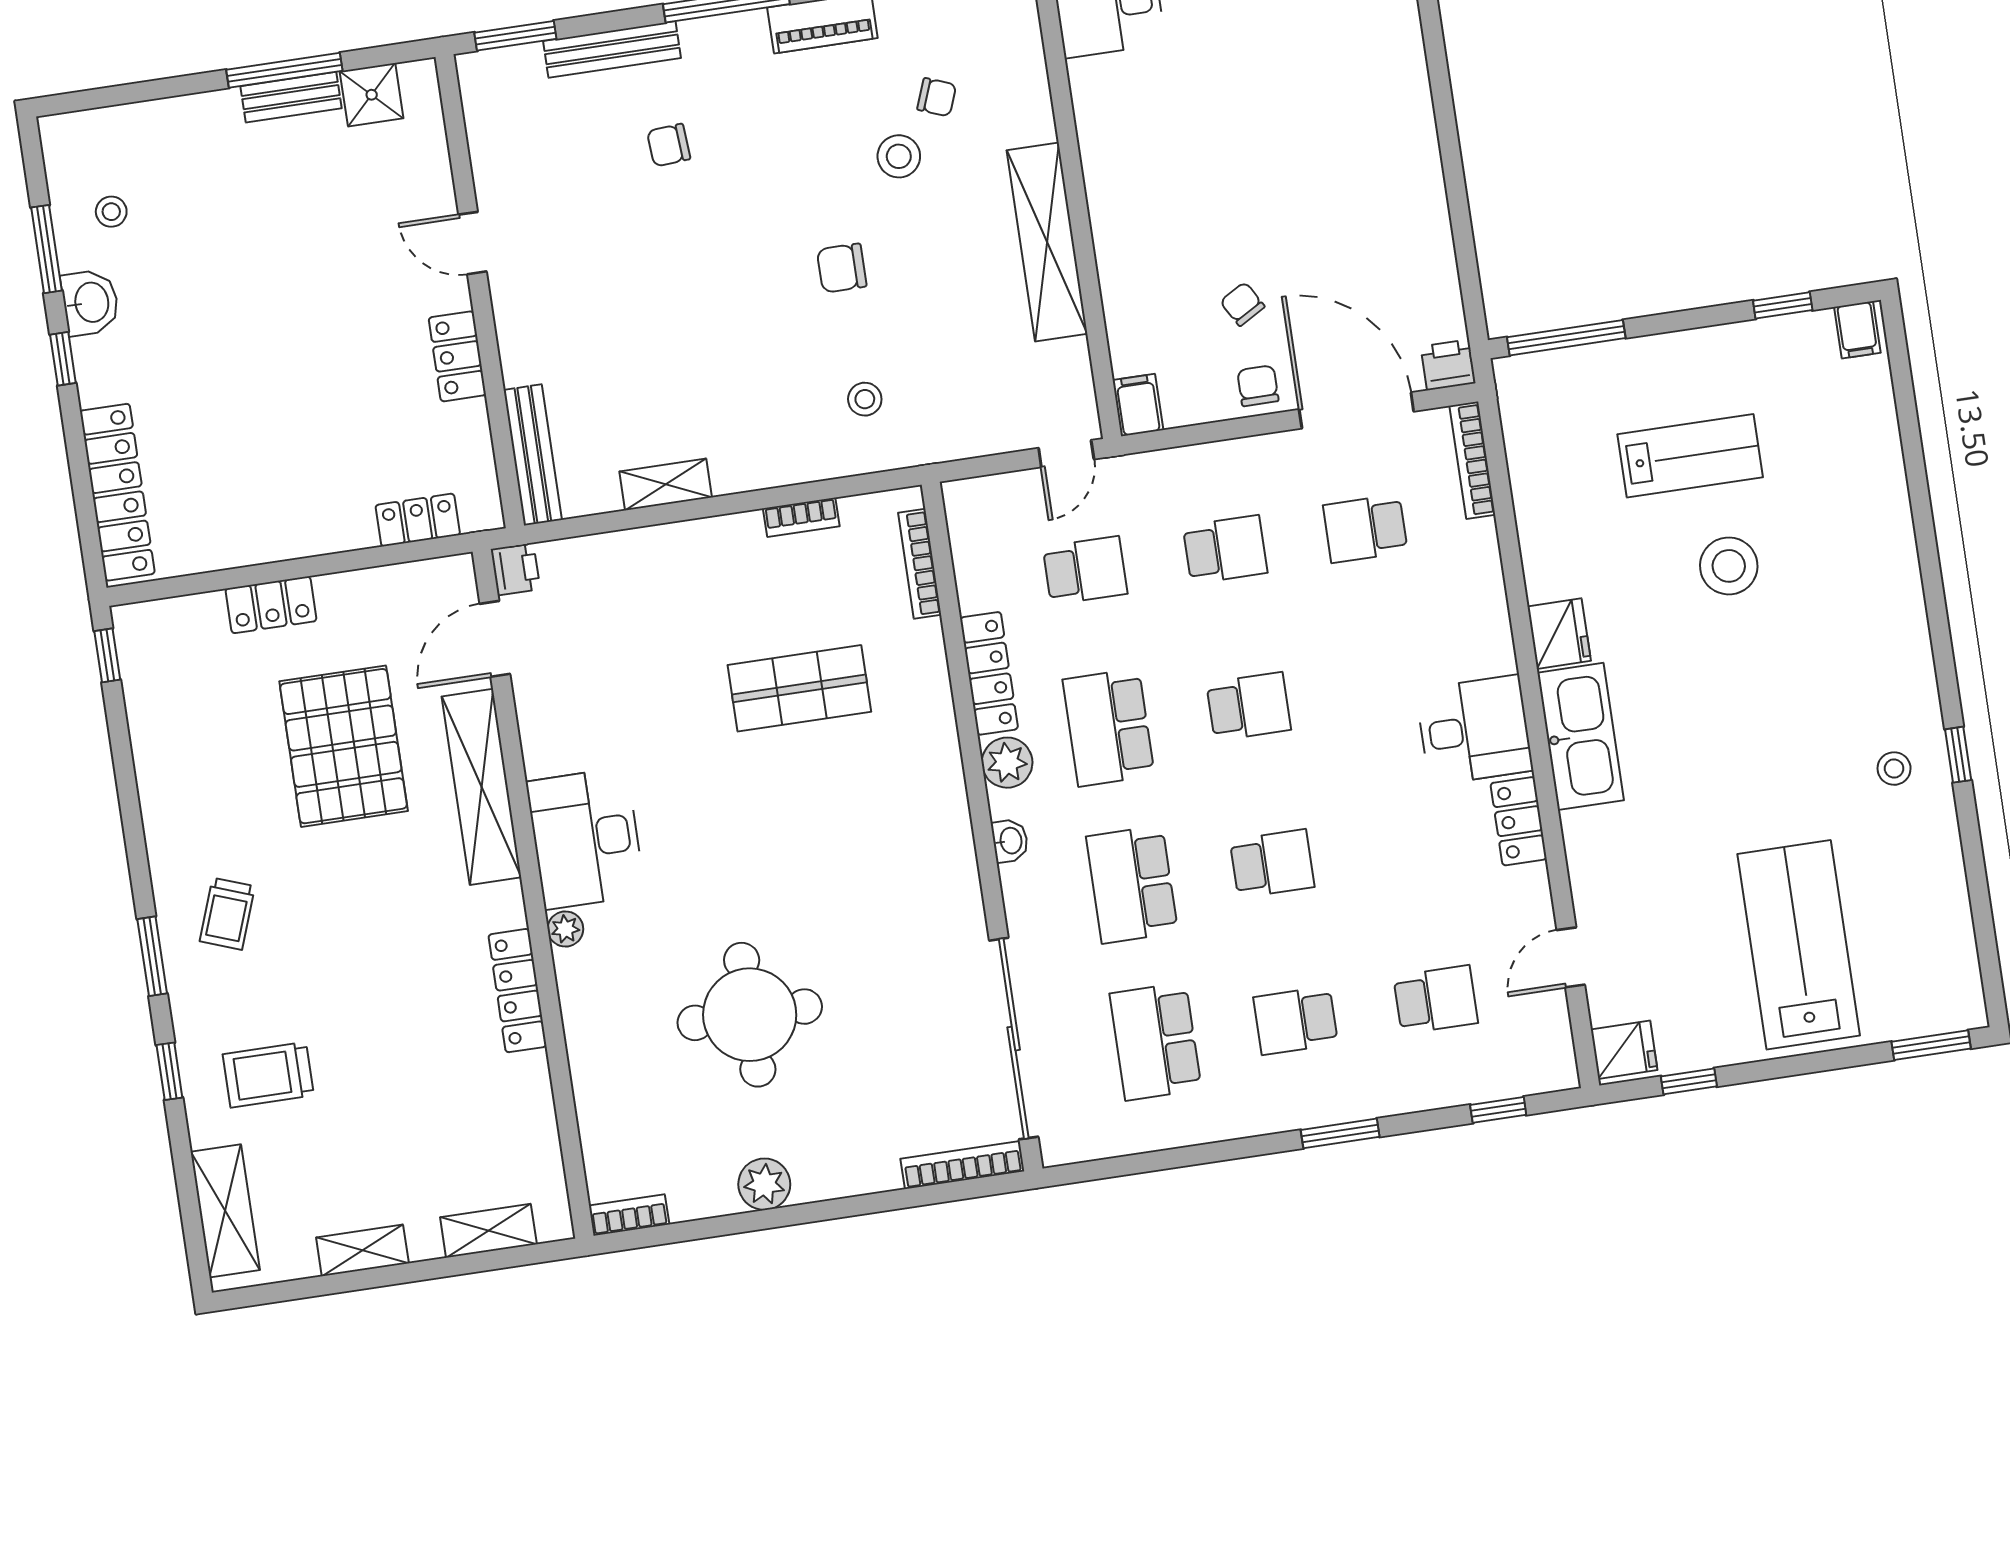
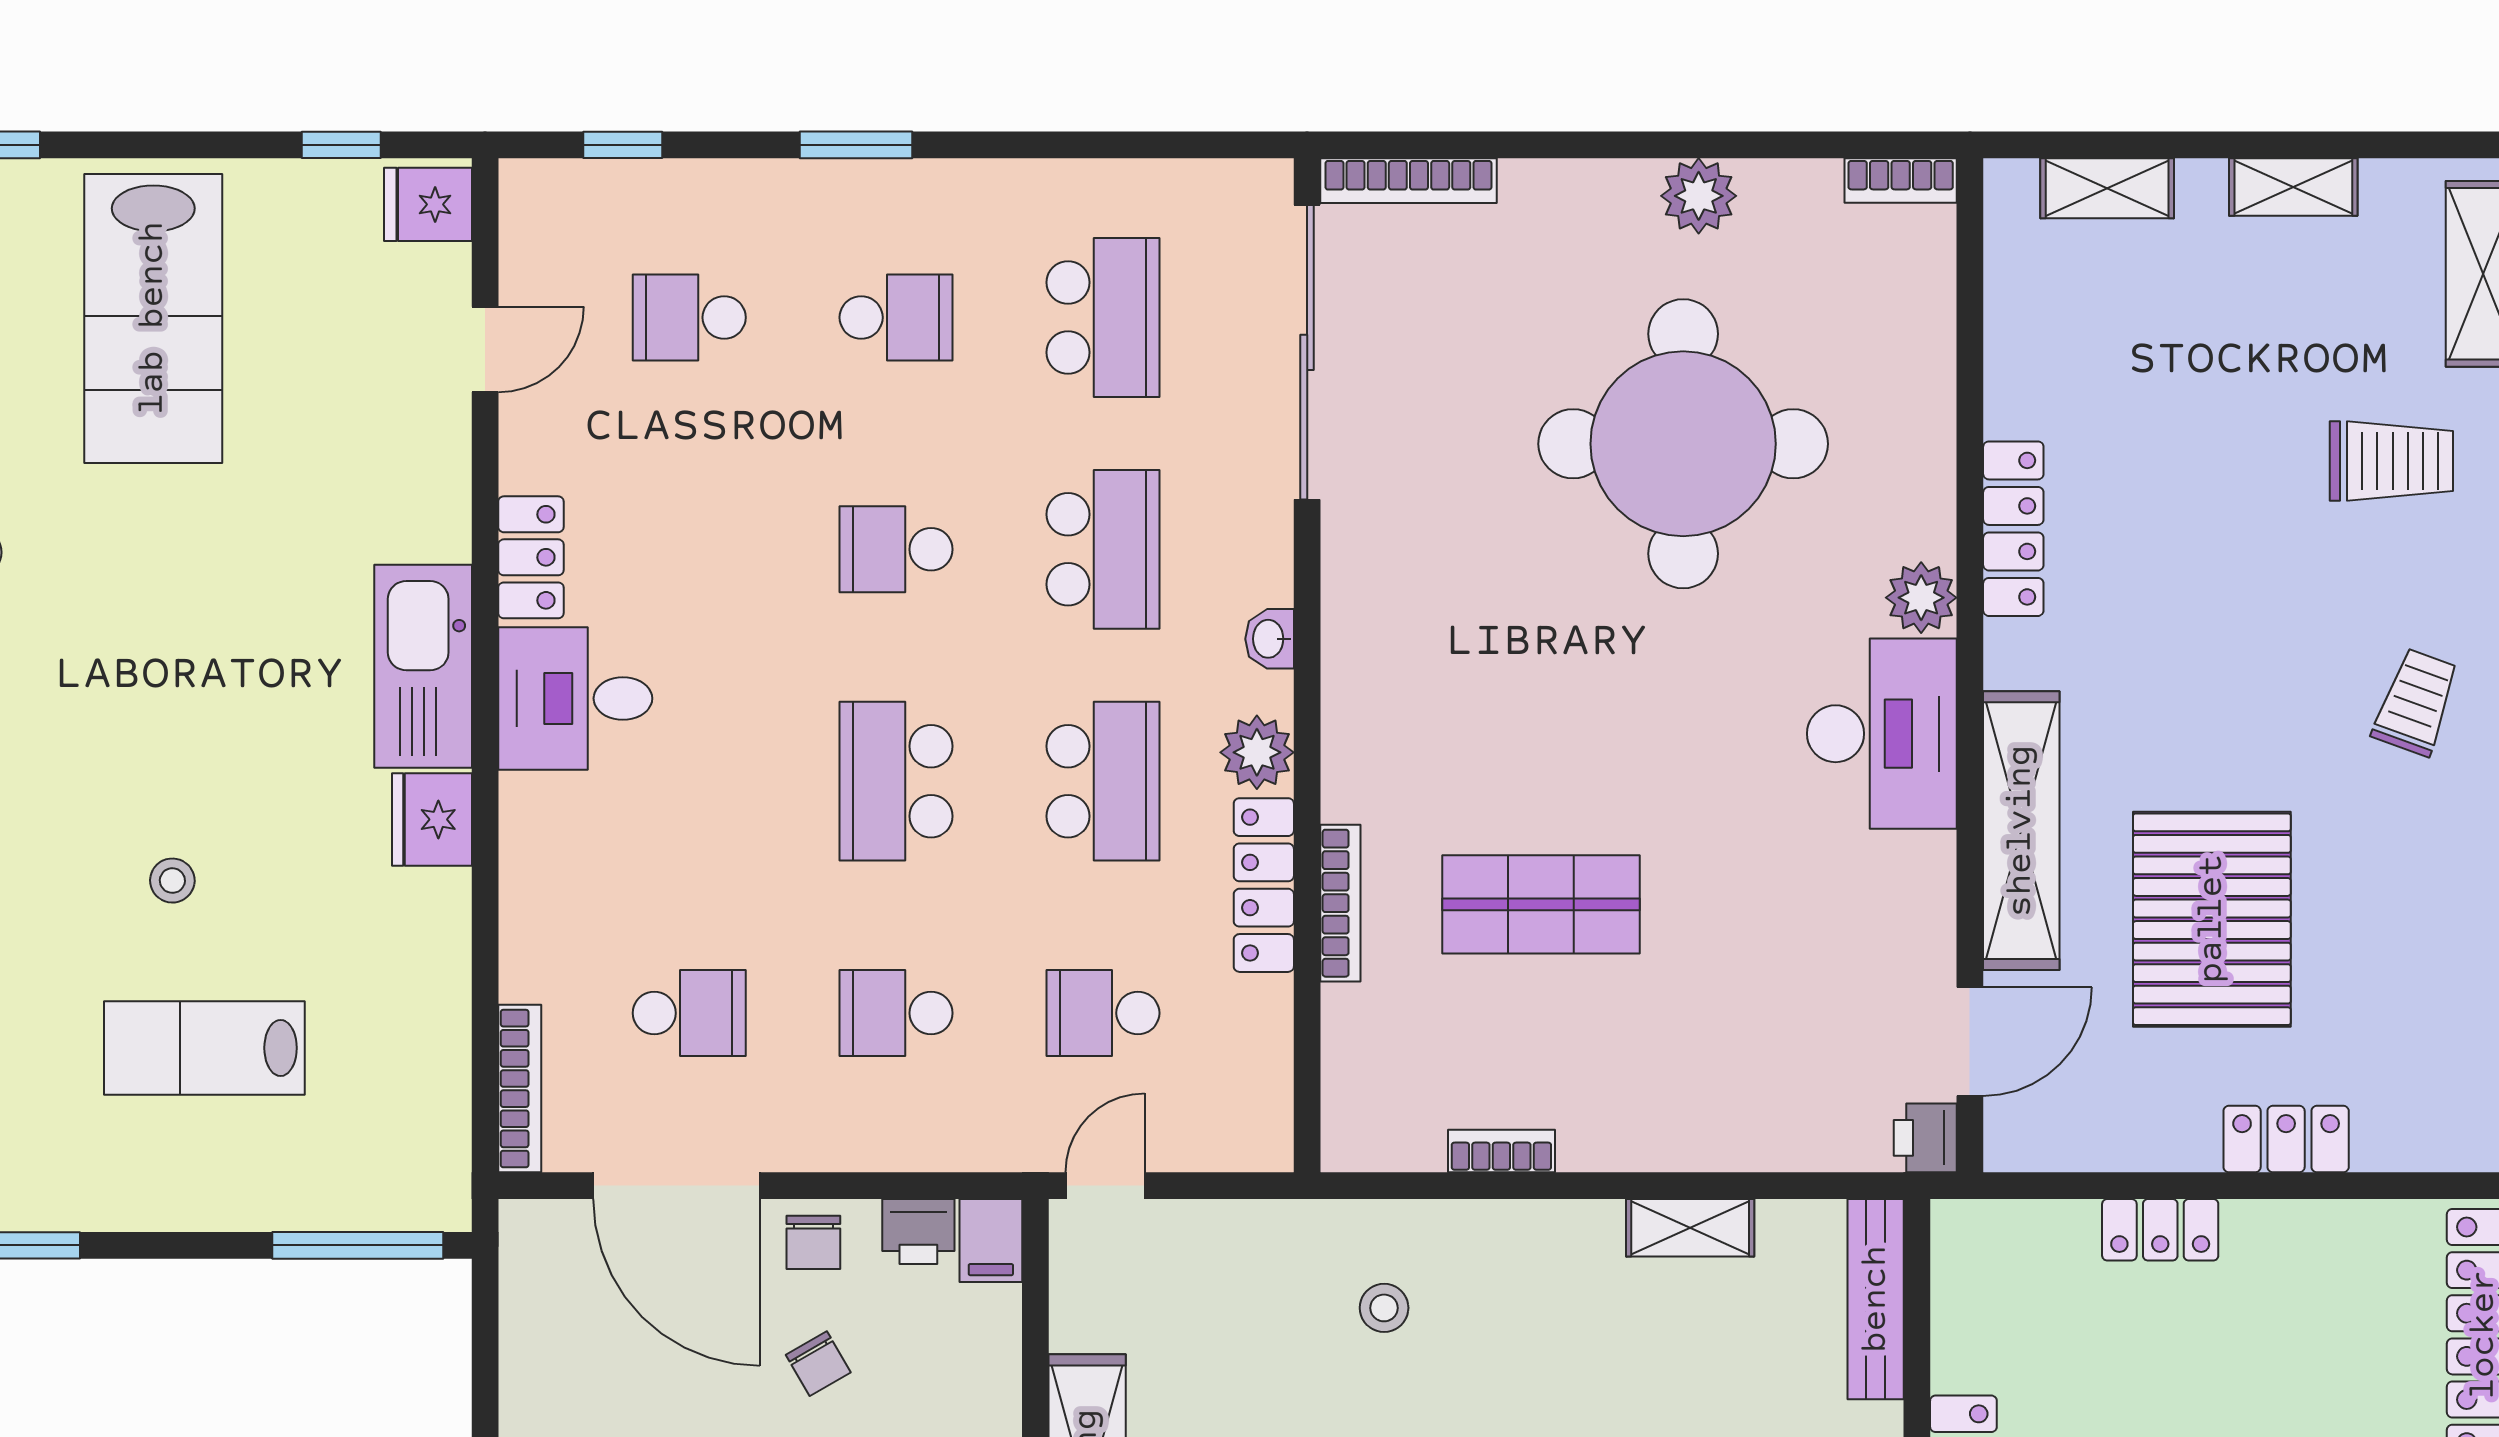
printer: (1448, 365) -> (918, 1232), moved
locker: (418, 520) -> (2160, 1230), moved
bookcase: (920, 564) -> (1340, 903), moved
stool: (1729, 566) -> (172, 881), width x0.53, depth x0.53
school desk: (1249, 706) -> (896, 781), width x1.85
plant: (565, 929) -> (1921, 598), width x1.38, depth x1.38
round table: (750, 1015) -> (1683, 444), width x1.36, depth x1.36

